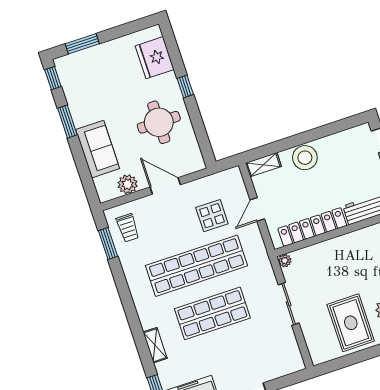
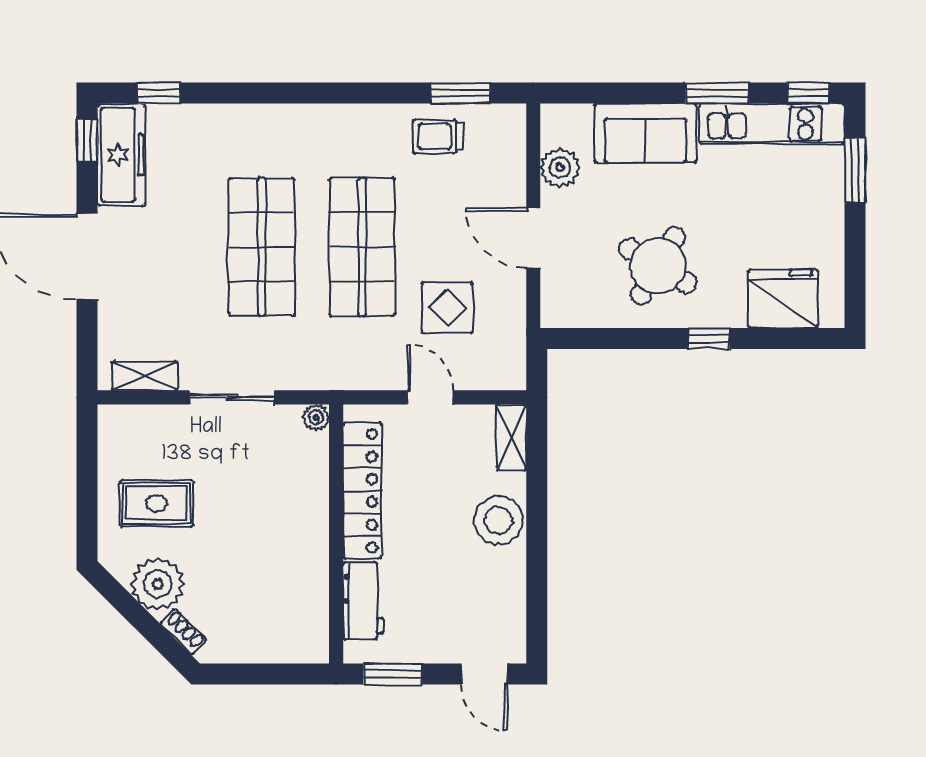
kitchen unit: (73, 90) -> (772, 124), added
round table: (159, 122) -> (658, 266), turned 31
door: (165, 186) -> (533, 238), swing flipped
trolley: (128, 228) -> (438, 137), moved
shop shelf: (197, 266) -> (362, 247), width x0.71
rug: (351, 323) -> (157, 503), width x0.73, depth x0.70
shelving: (155, 345) -> (145, 376), moved

